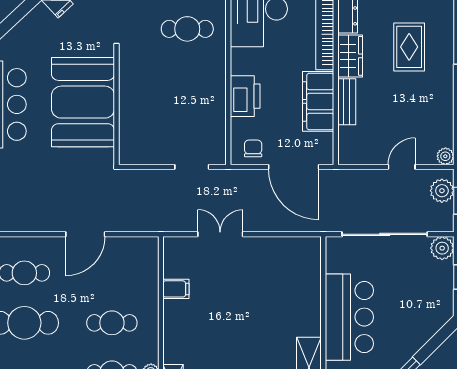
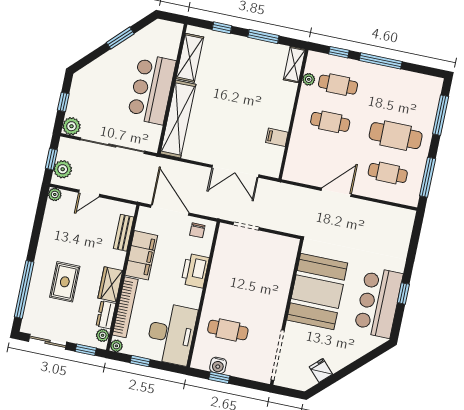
bench: (347, 102) -> (124, 233), moved
double door: (220, 234) -> (235, 171), width x1.37
shelving: (308, 286) -> (178, 119), added

